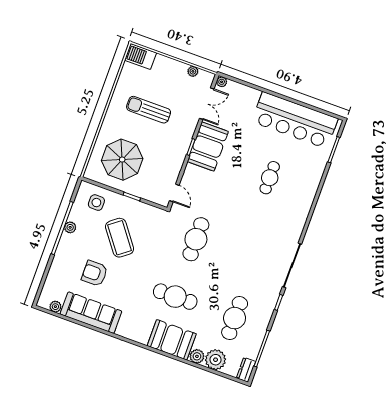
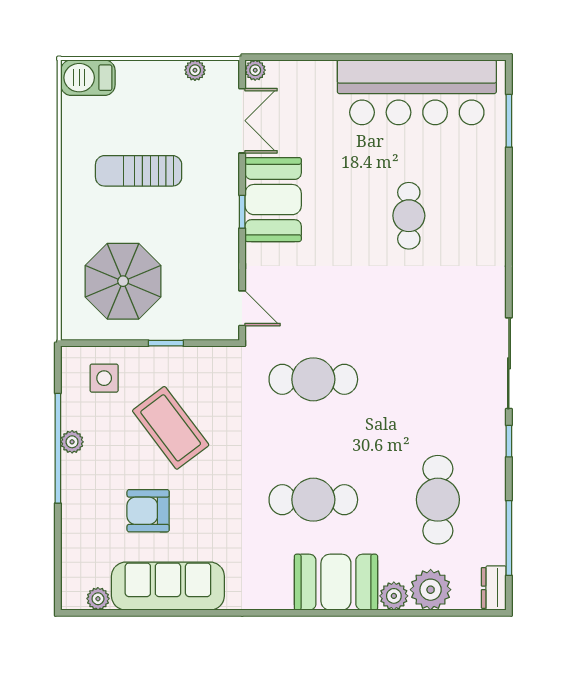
cafe table: (196, 239) -> (313, 379), turned 90

